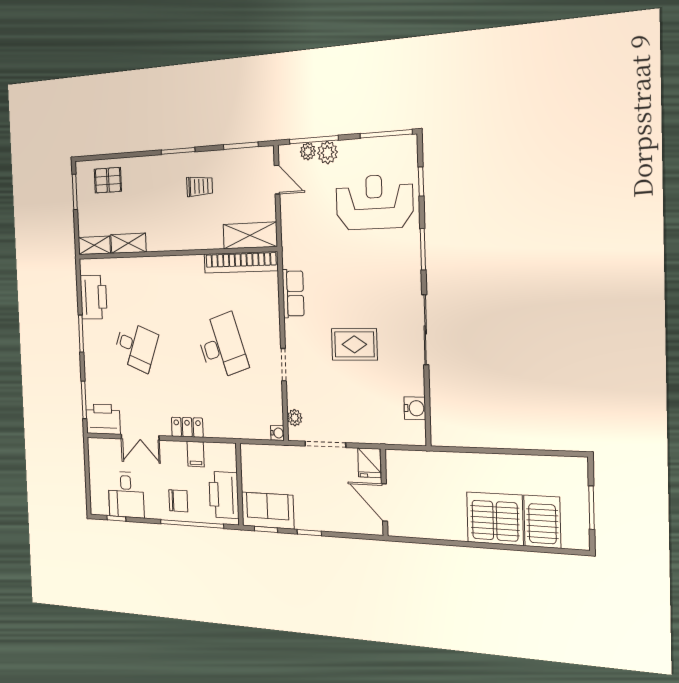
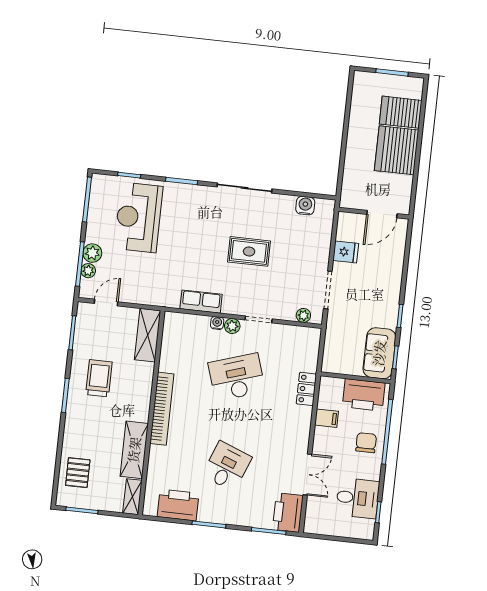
trolley: (200, 186) -> (99, 378), width x1.36, depth x1.39
shelving: (128, 243) -> (134, 450), width x1.50, depth x1.33
bookcase: (241, 262) -> (162, 409), moved
plant: (273, 334) -> (232, 326), added
rug: (354, 344) -> (249, 251), turned 90
locker: (187, 427) -> (306, 389), moved
water cooler: (277, 433) -> (217, 323), moved
wall: (384, 492) -> (374, 213), moved
door: (384, 503) -> (382, 214), moved

